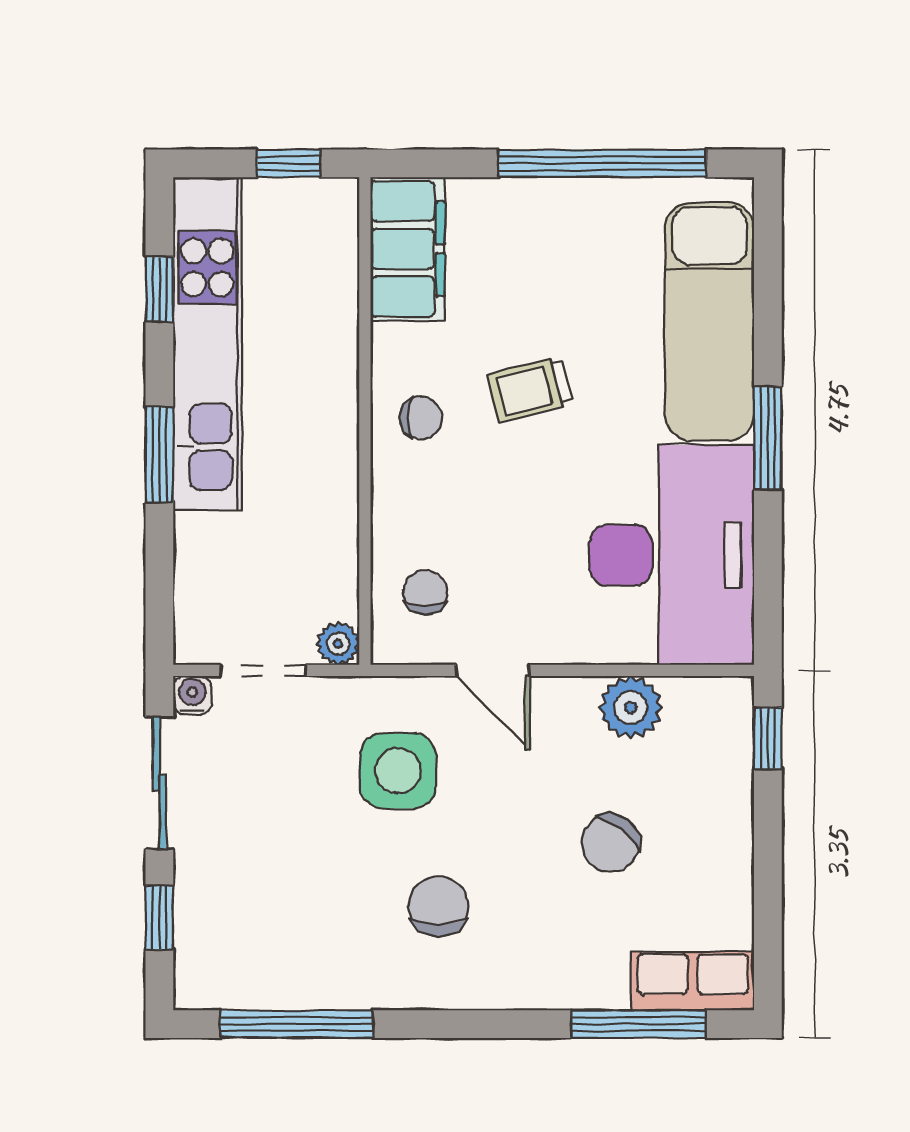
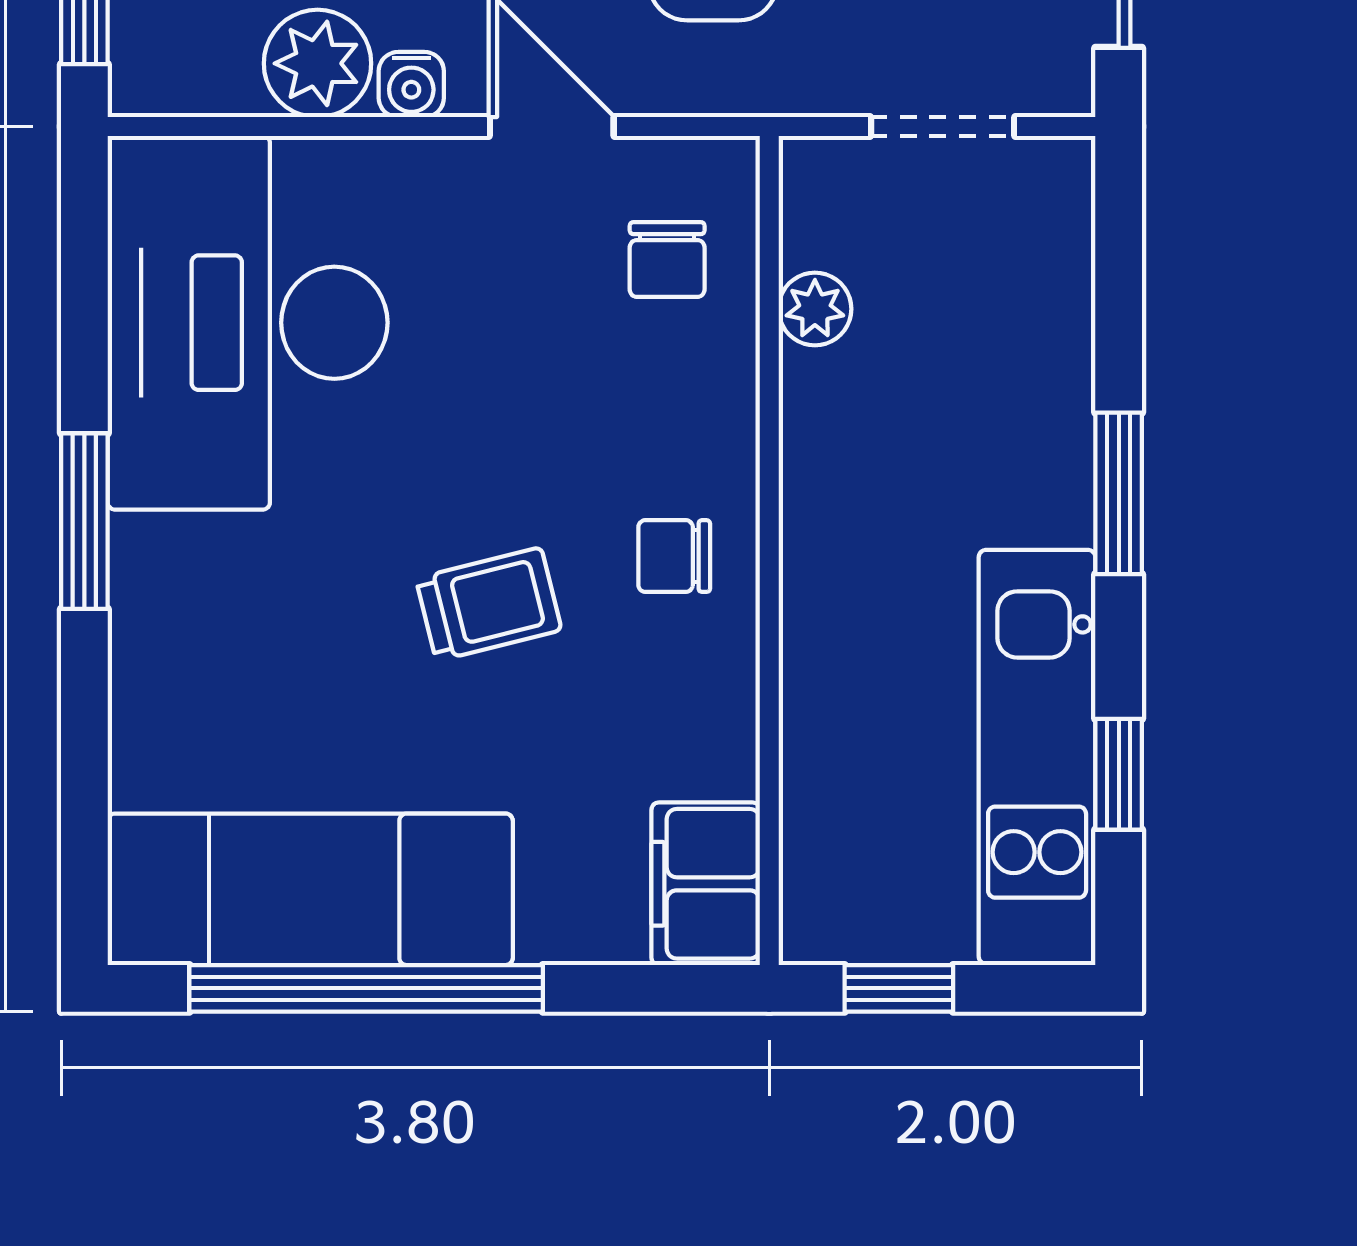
filing cabinet: (408, 249) -> (706, 884), width x0.67, depth x0.86
exam couch: (710, 321) -> (310, 889), moved, turned -90
kitchen unit: (207, 344) -> (1037, 757), width x0.73
plant: (338, 644) -> (815, 309), moved
water cooler: (192, 695) -> (411, 84), moved

